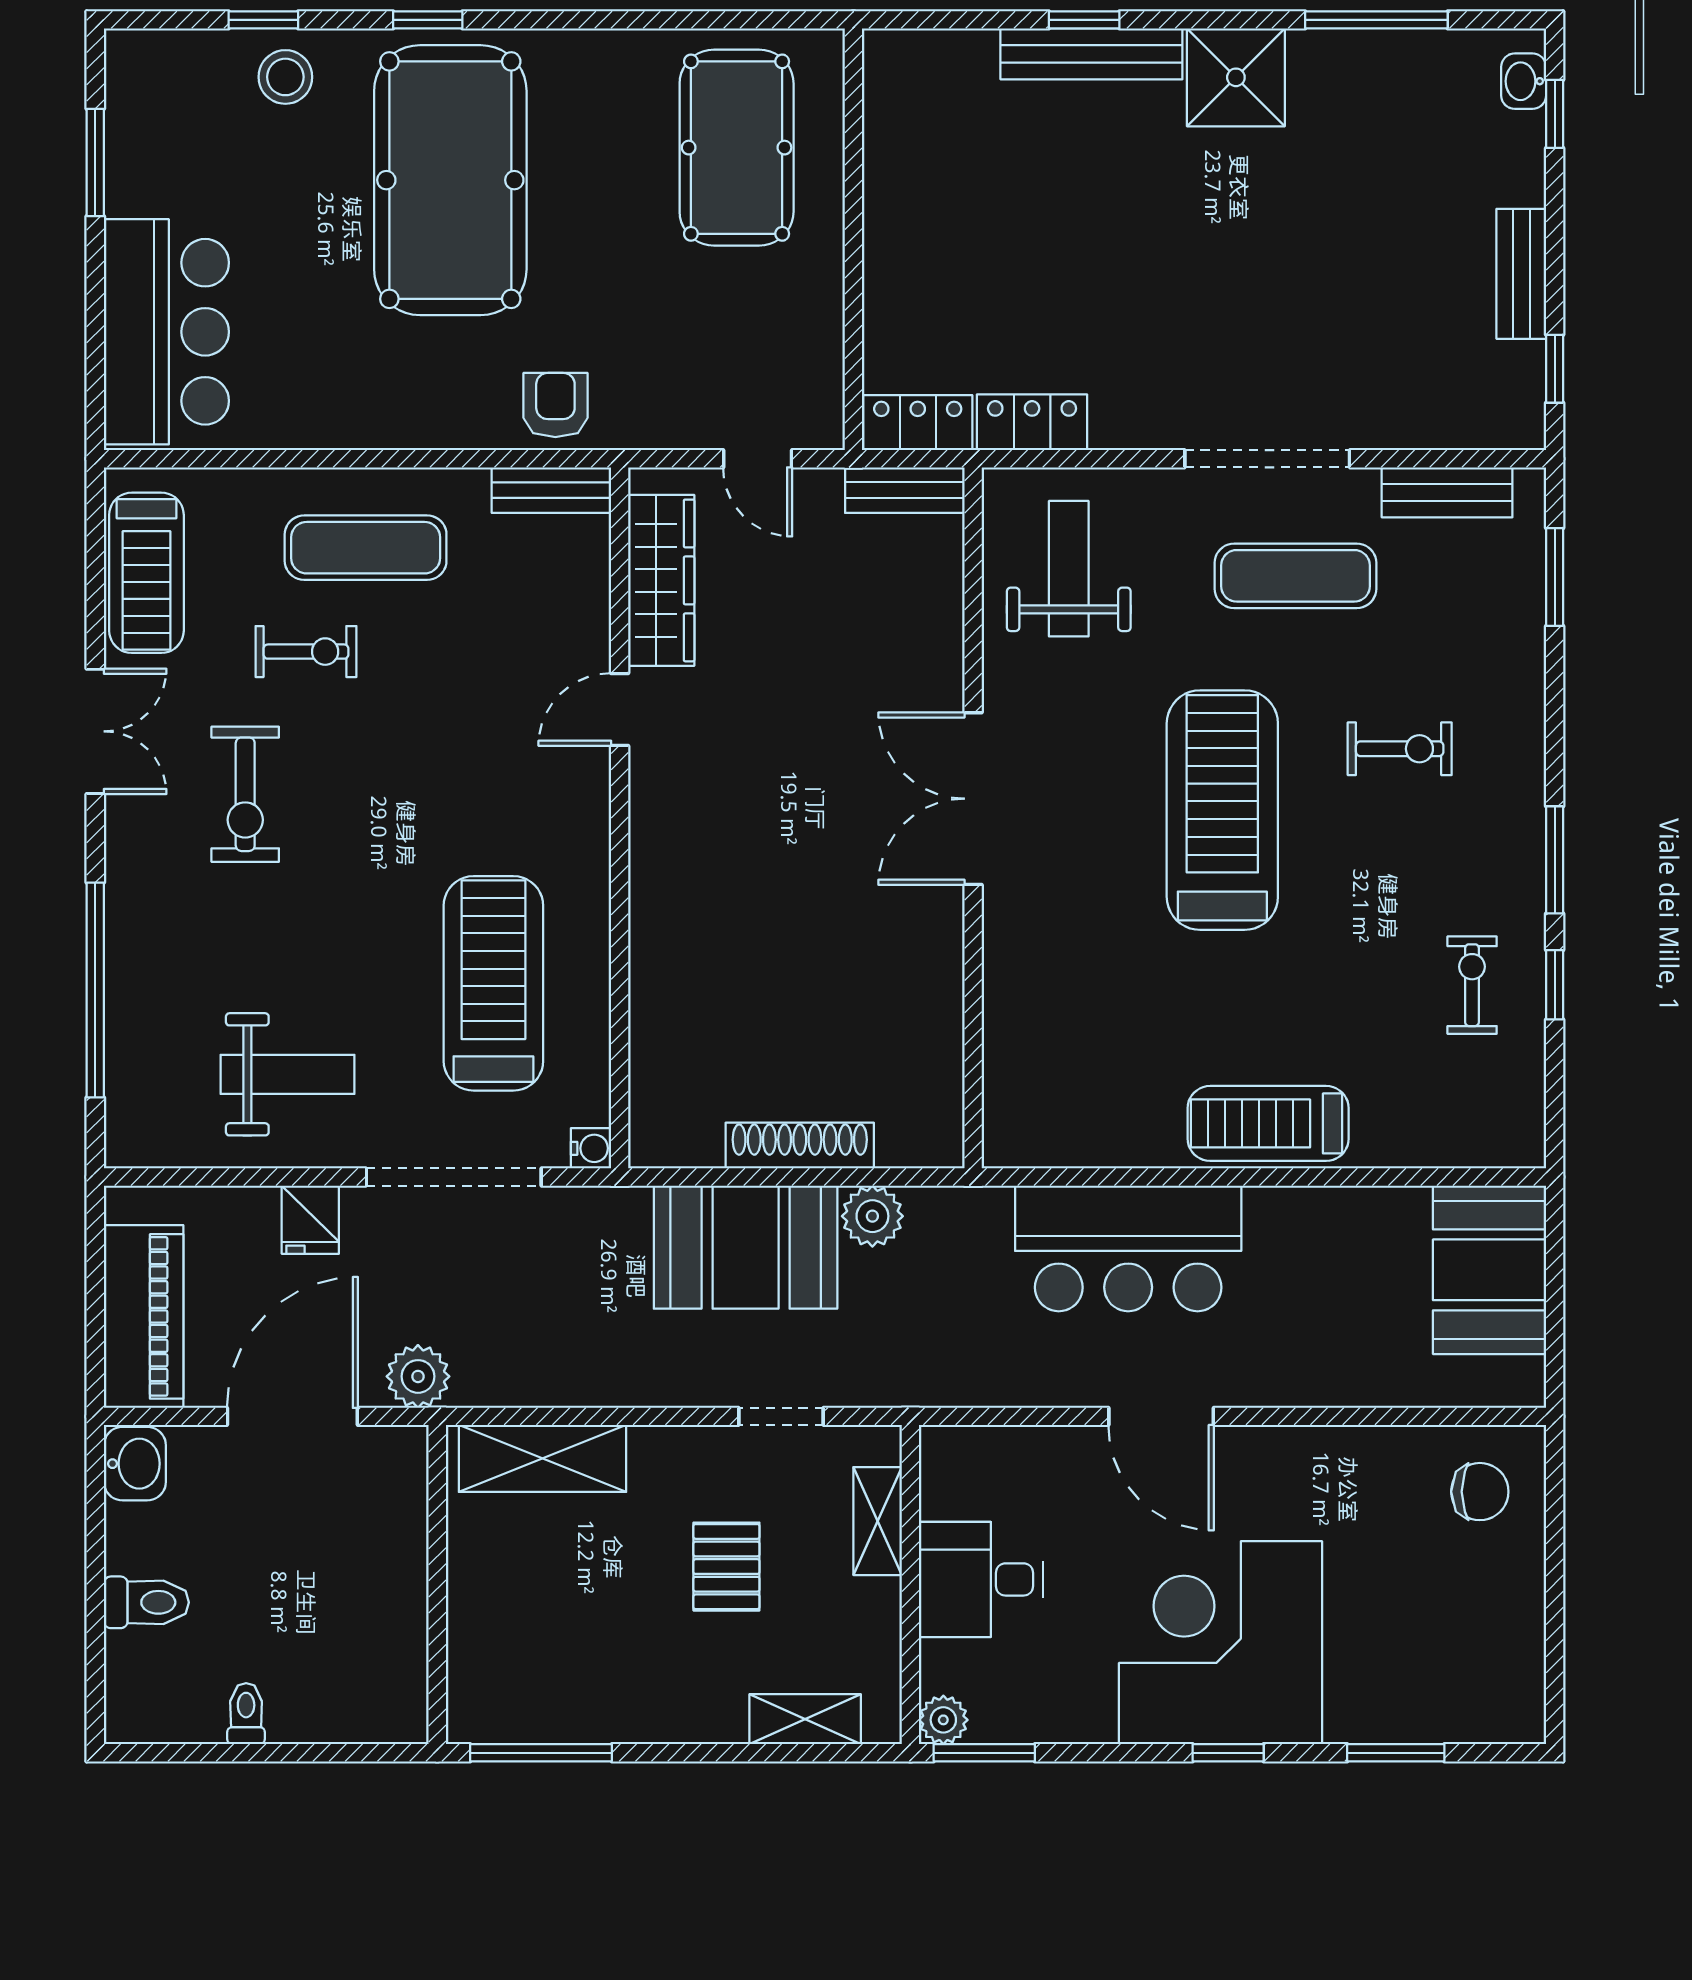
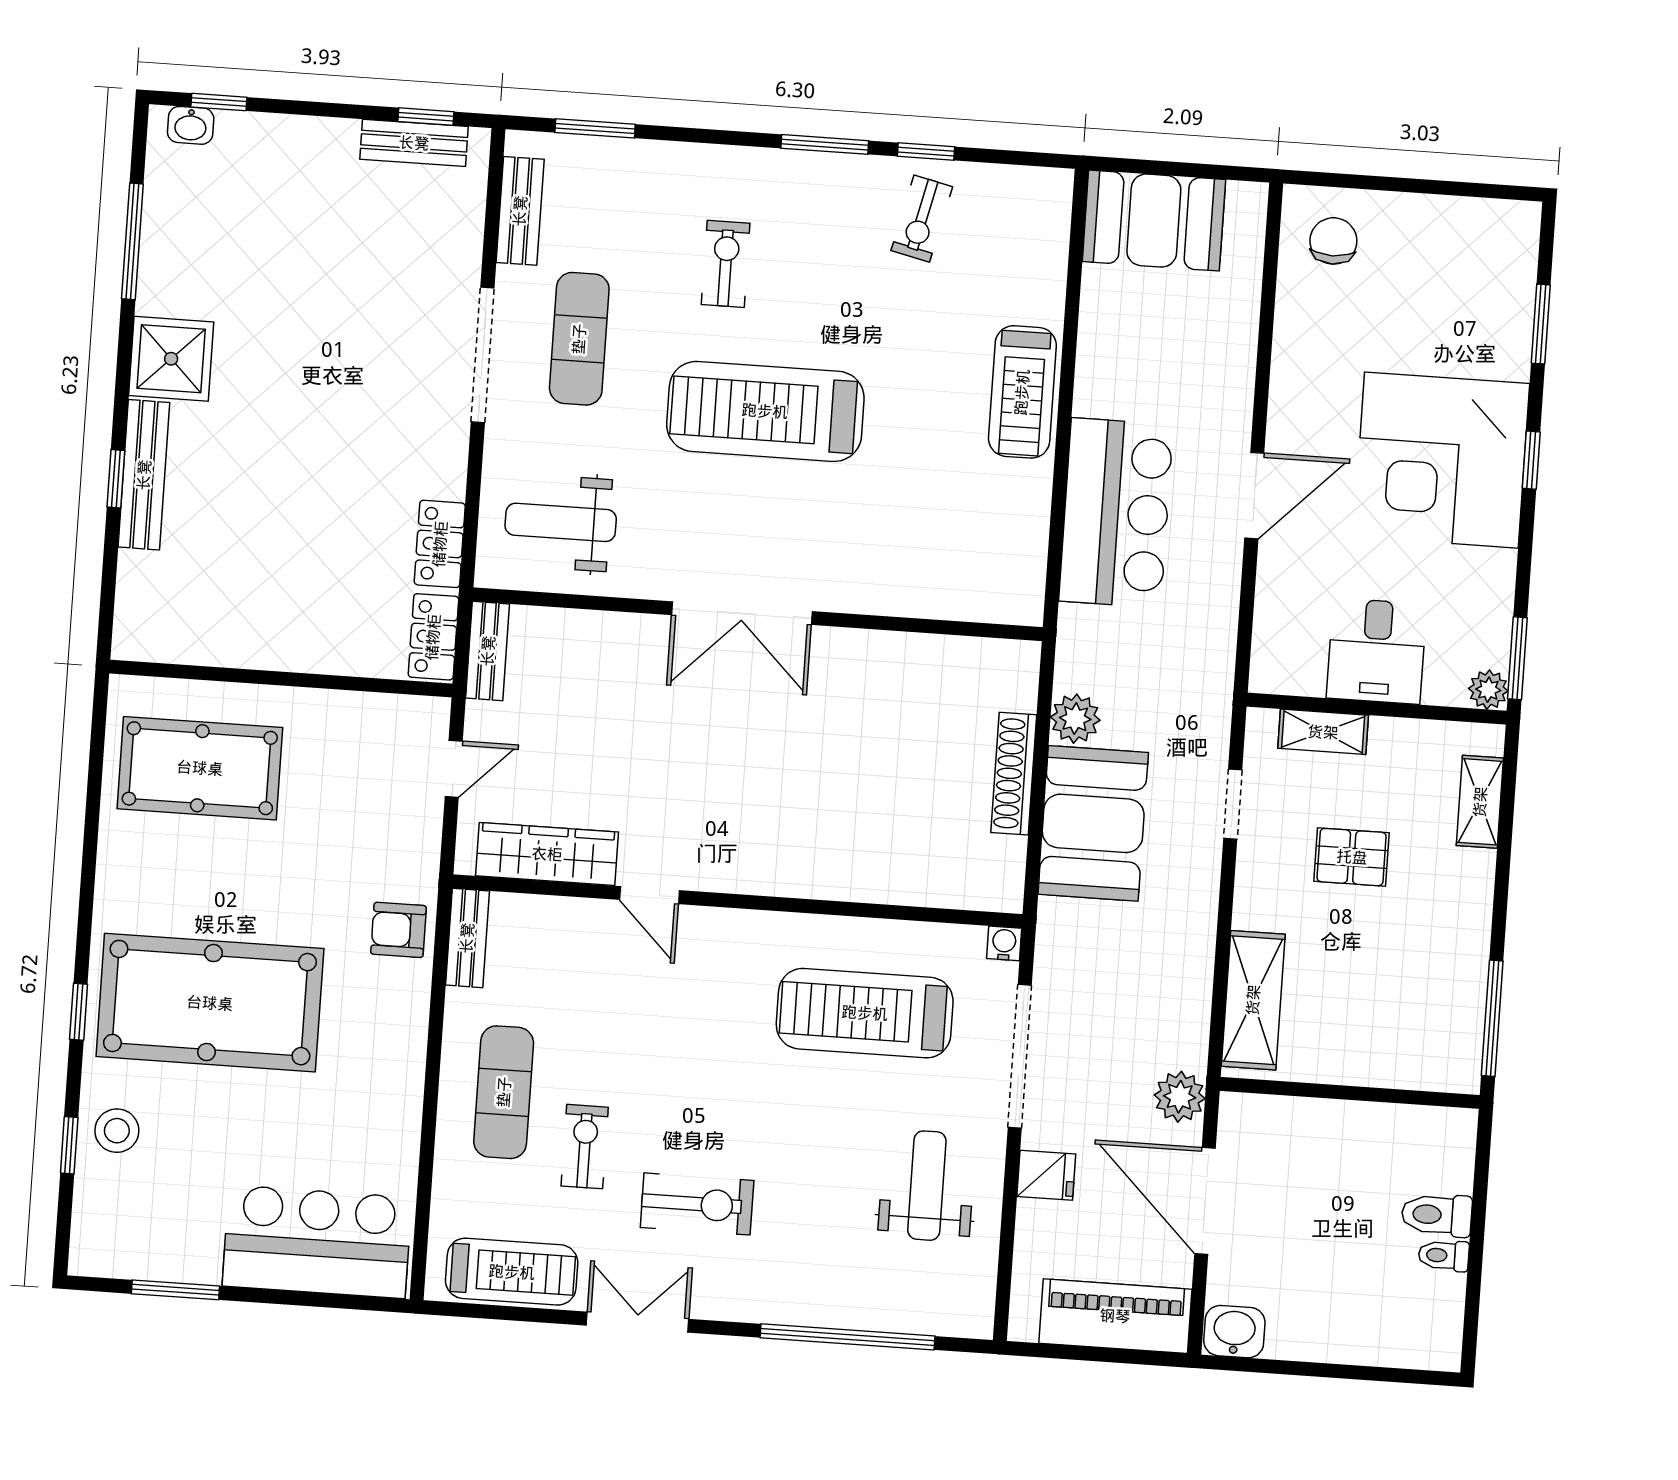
bench: (1521, 274) -> (414, 143), moved
exercise bike: (1472, 985) -> (922, 219), turned -77
toilet: (146, 1602) -> (1437, 1215), moved, turned -90

